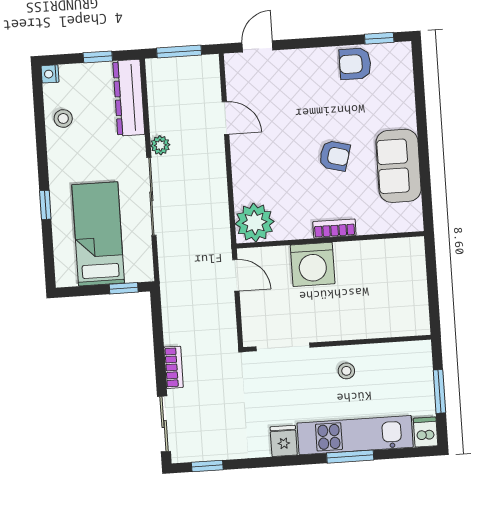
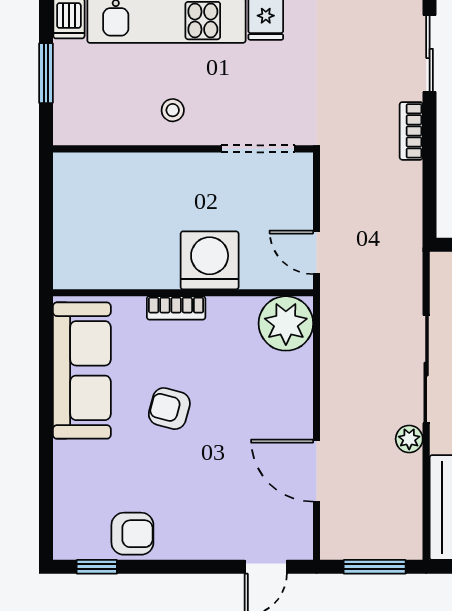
door: (225, 118) -> (317, 471), width x1.38
sofa: (399, 166) -> (82, 371), width x1.36

